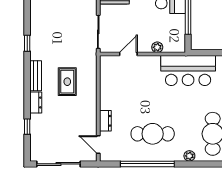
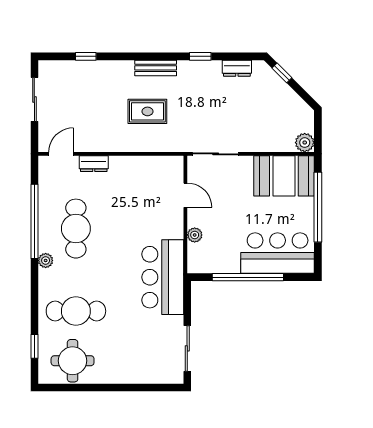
dresser: (36, 103) -> (237, 68), moved
plant: (189, 156) -> (46, 260), moved
sliding door: (59, 164) -> (34, 99), width x0.73

